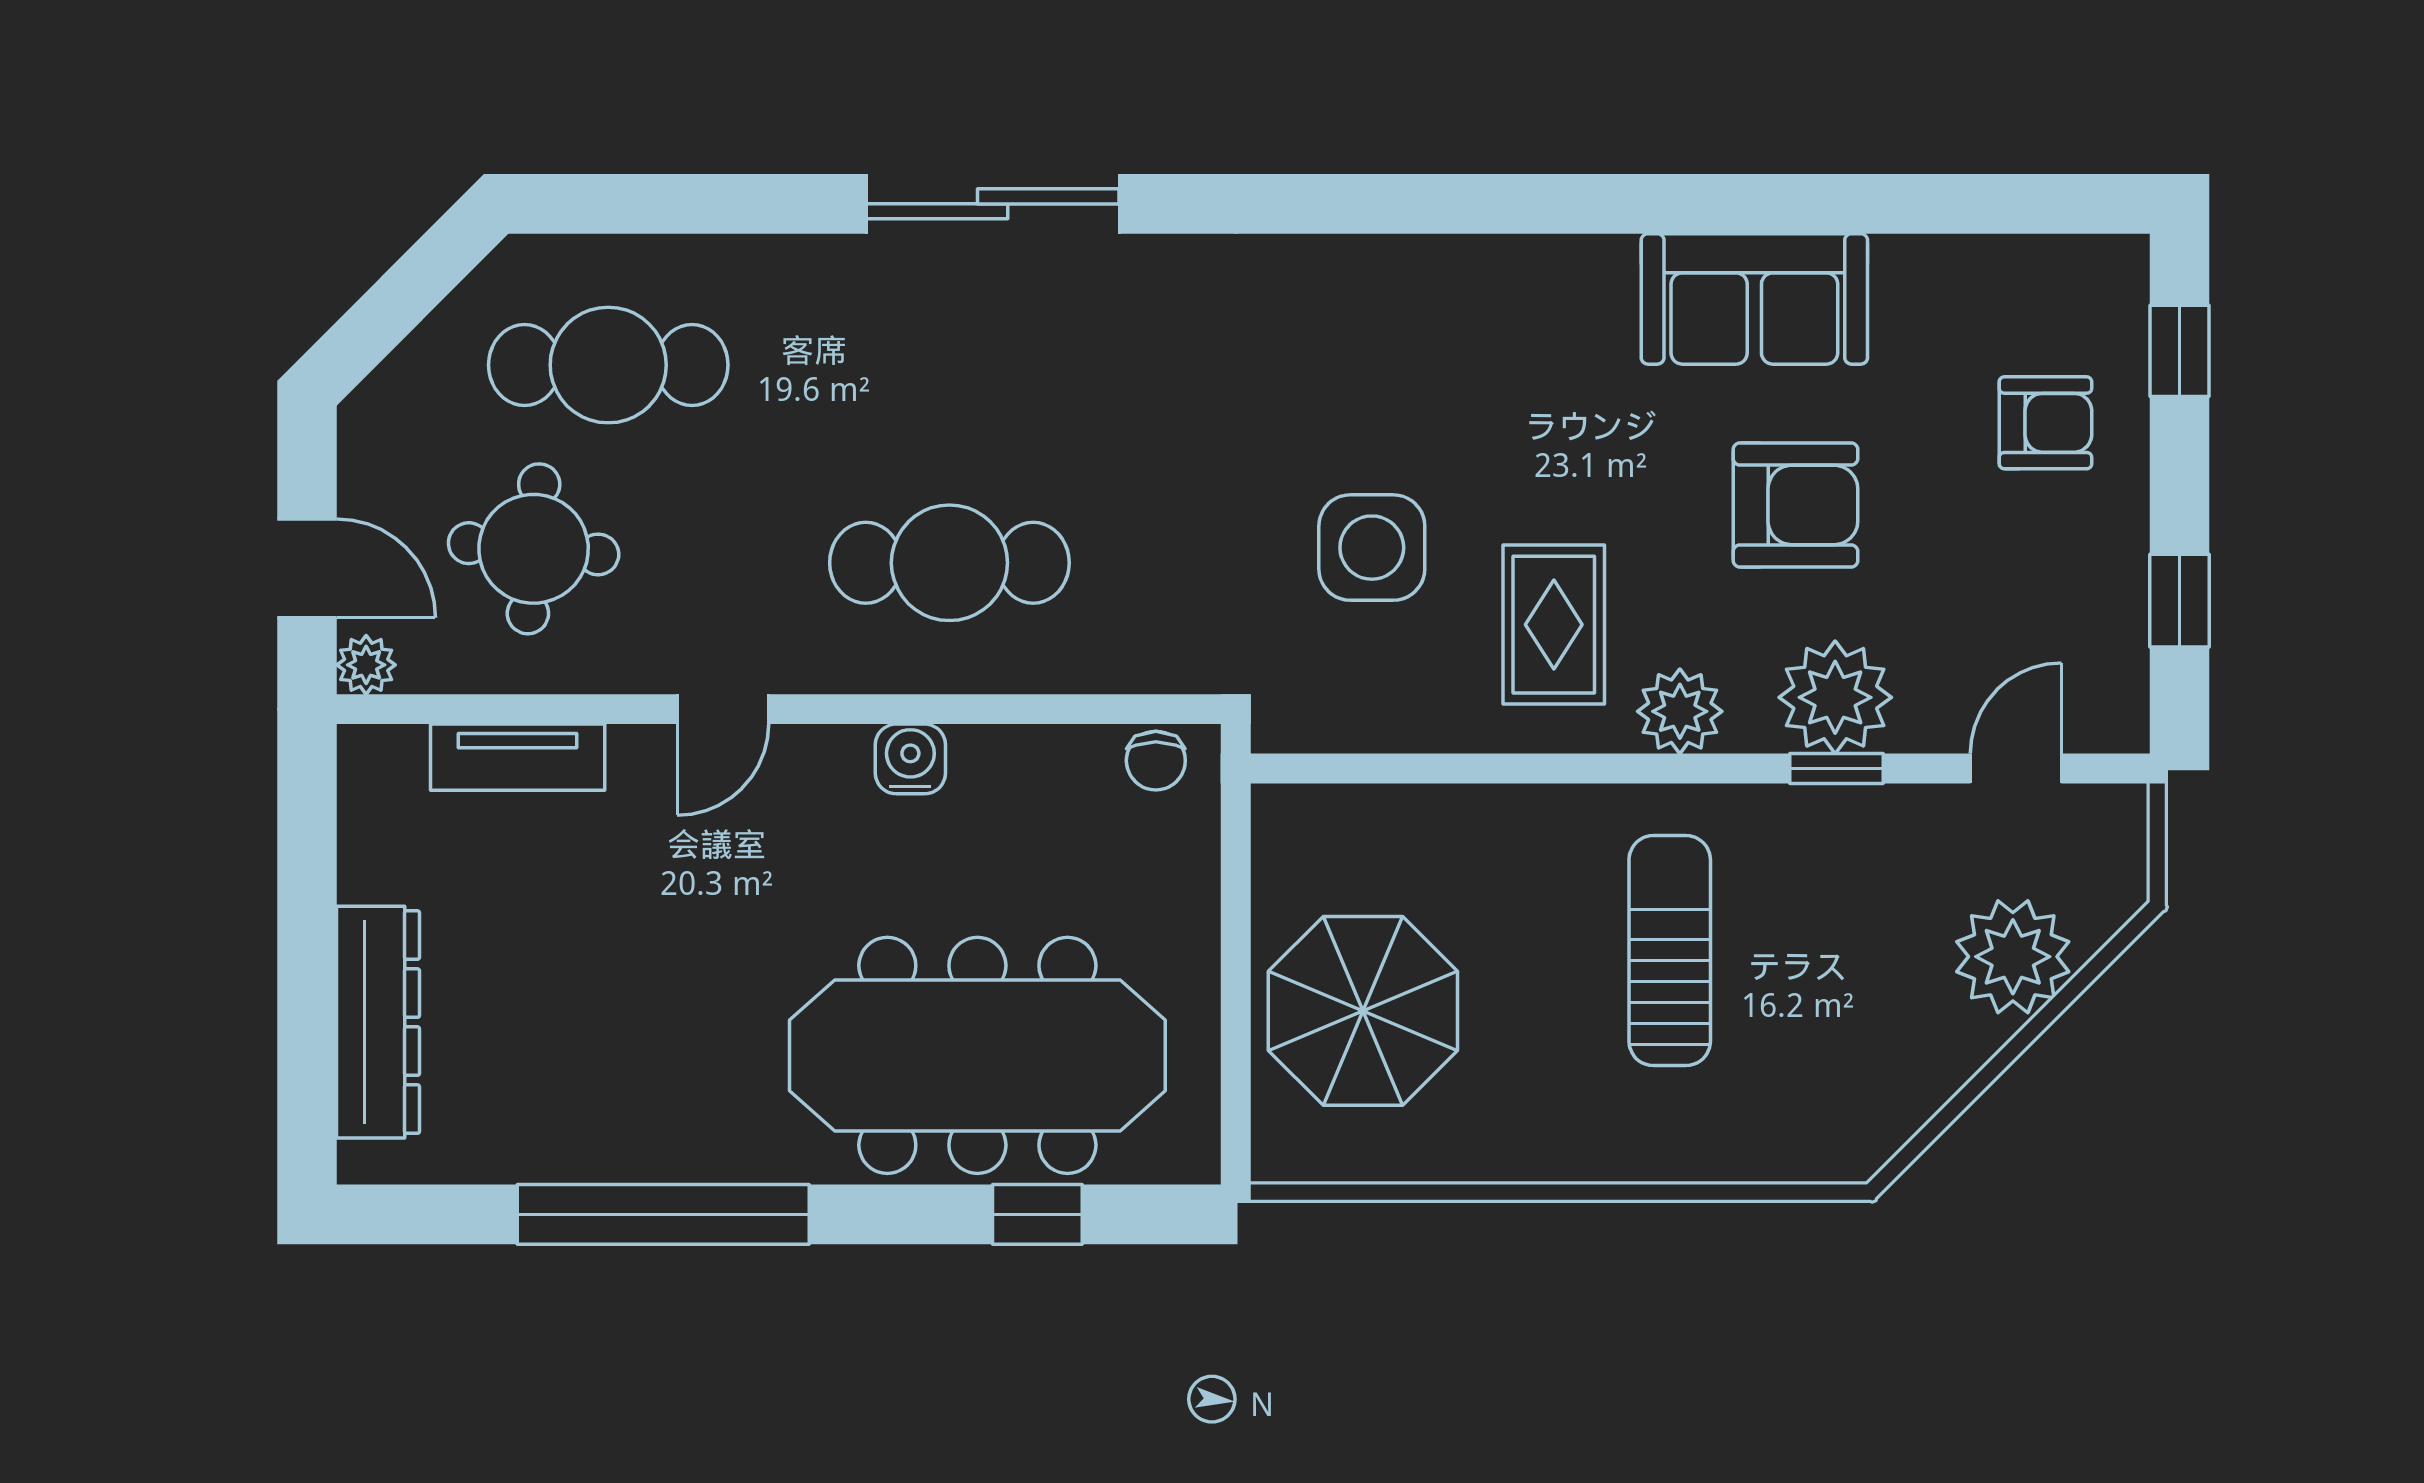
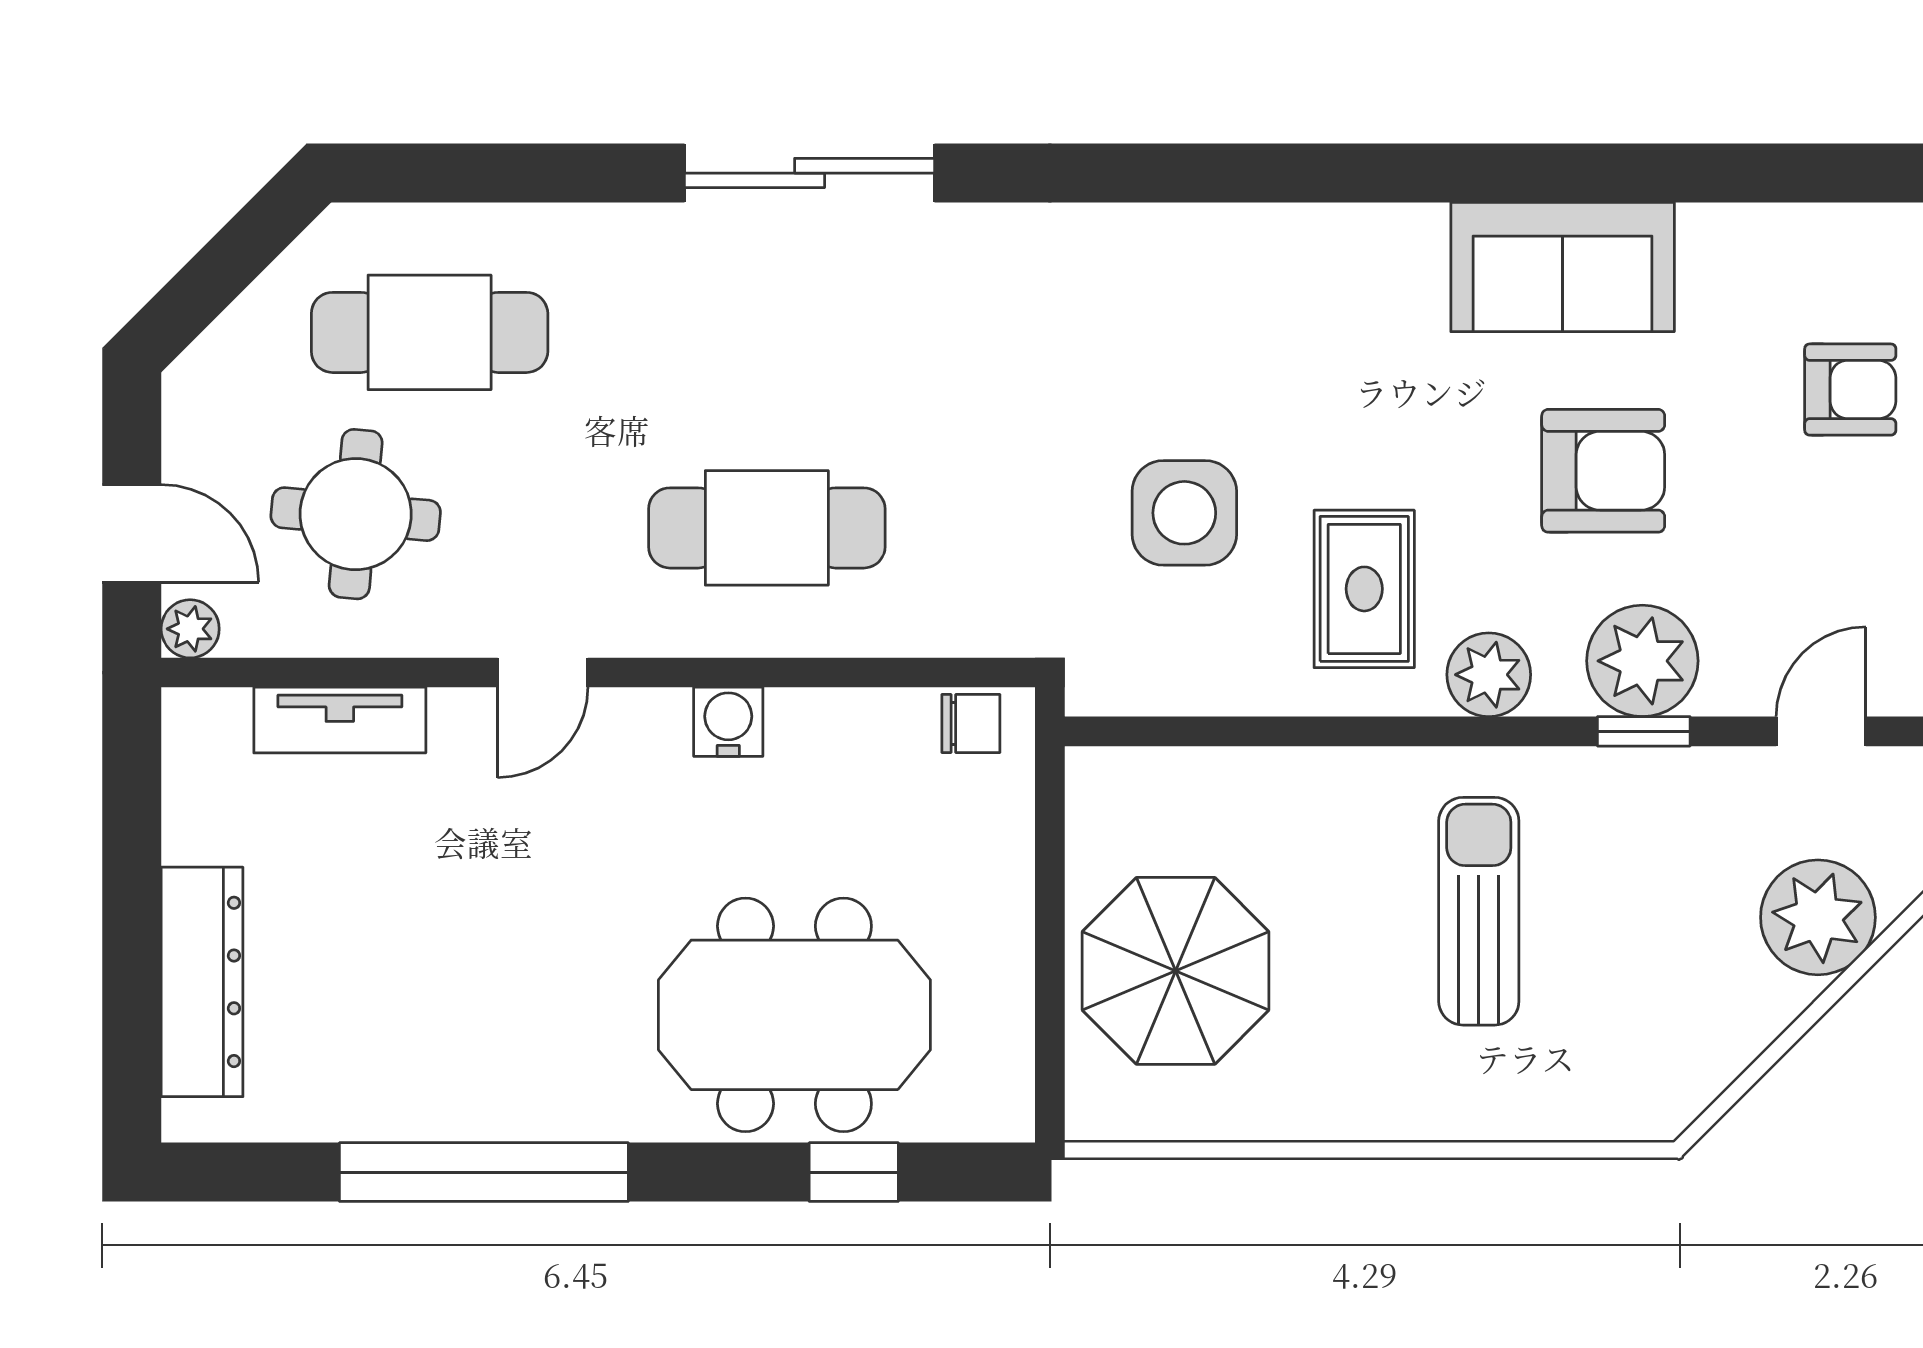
chair: (1156, 761) -> (971, 723), turned -90
meeting table: (977, 1055) -> (794, 1015), width x0.73

